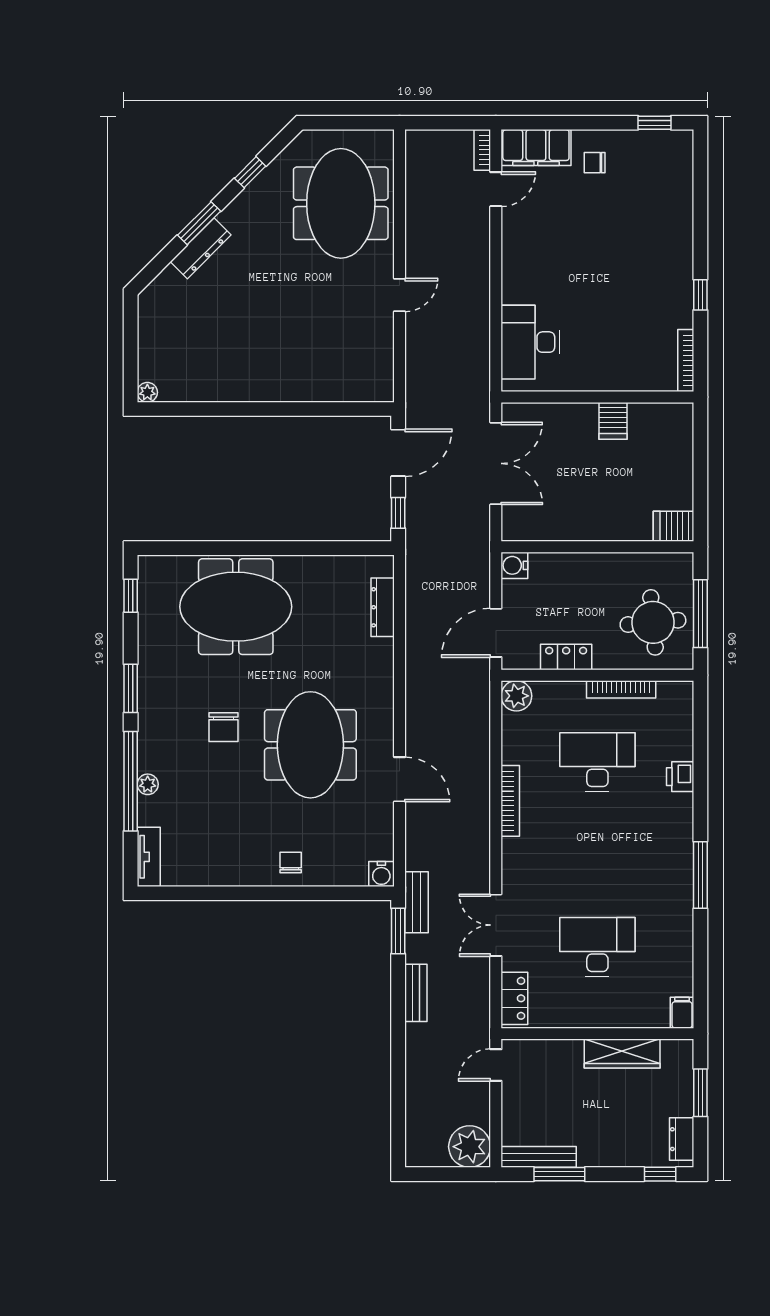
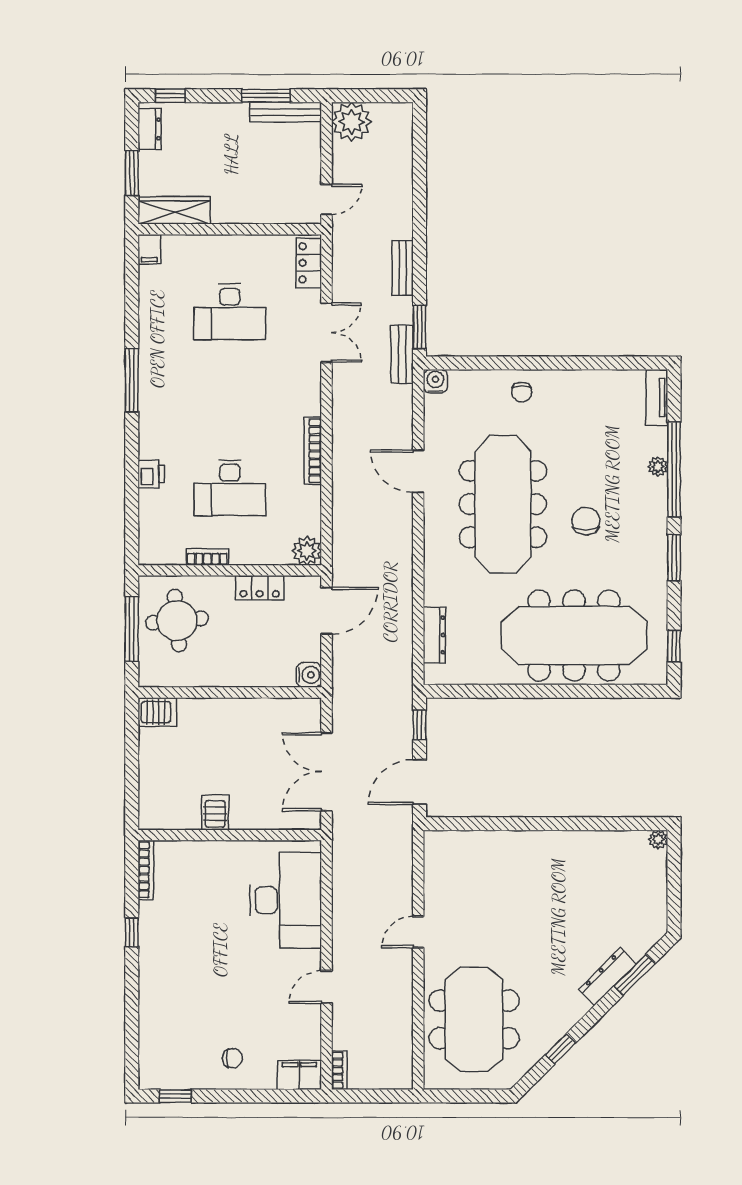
filing cabinet: (536, 148) -> (299, 1075), width x0.67, depth x0.86
door: (496, 189) -> (327, 987), moved
window: (199, 223) -> (635, 975), moved
desk: (530, 342) -> (286, 900), width x1.36, depth x1.30
meeting table: (236, 607) -> (574, 636), width x1.36
bookcase: (621, 689) -> (207, 557), width x0.64
meeting table: (310, 745) -> (503, 504), width x1.36
wardrobe: (622, 1054) -> (174, 210), moved

